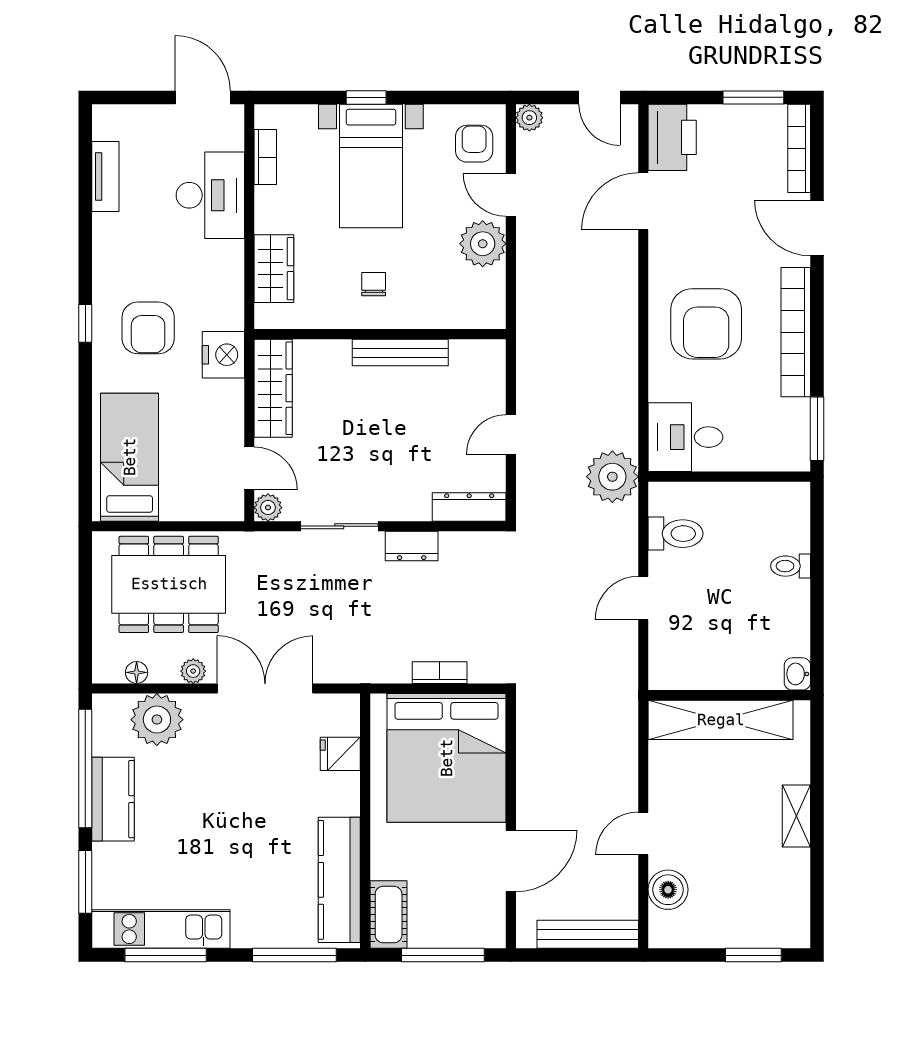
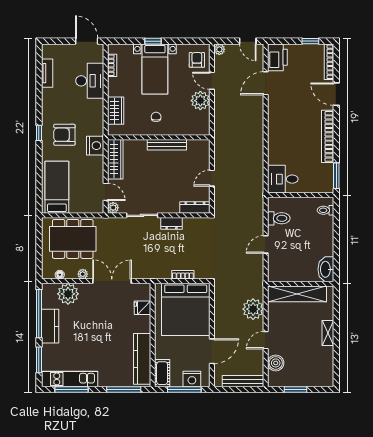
window: (753, 97) -> (310, 41), width x0.67
armchair: (706, 324) -> (291, 133), removed
armchair: (148, 328) -> (64, 135), turned 90
plant: (612, 477) -> (253, 309), moved
toilet: (791, 566) -> (325, 210), moved
washbasin: (797, 674) -> (326, 269), width x1.91, depth x1.45
nightstand: (462, 929) -> (192, 379), added
window: (753, 955) -> (295, 390), moved

